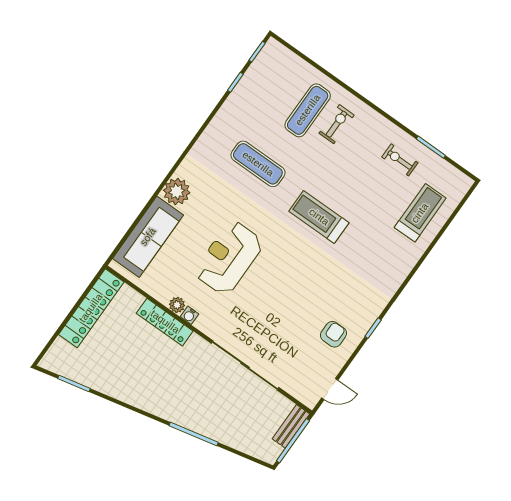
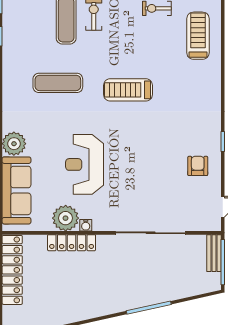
plant: (177, 305) -> (66, 218), width x1.87, depth x1.87

